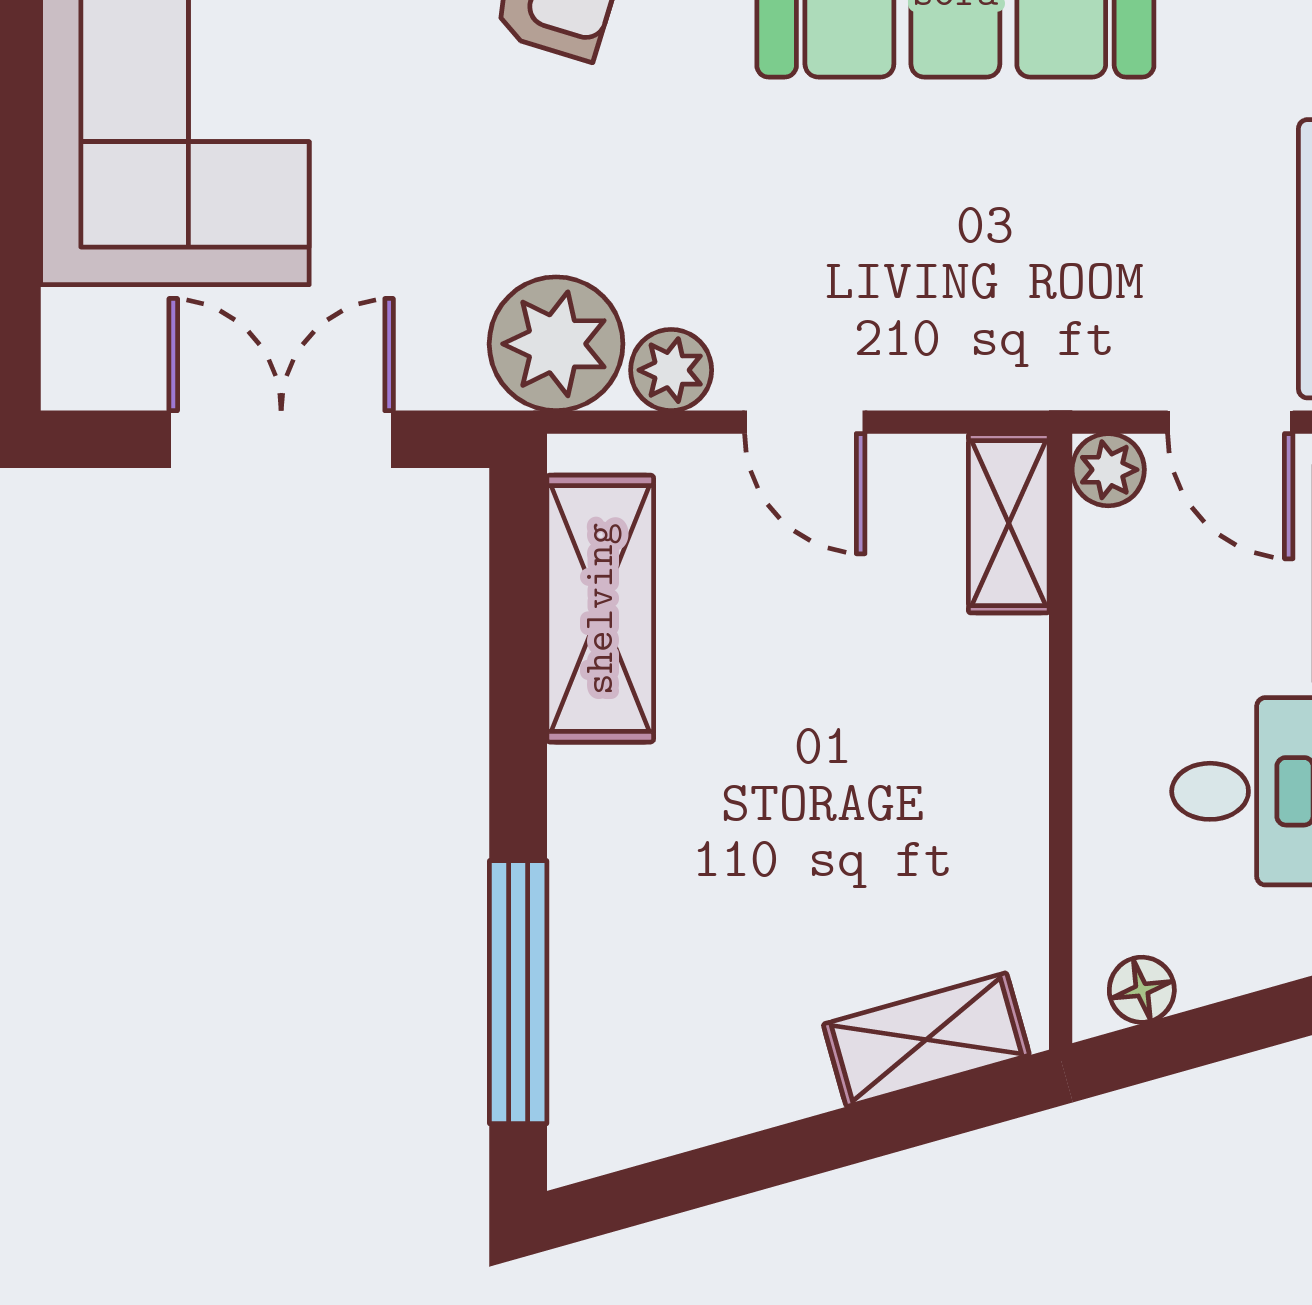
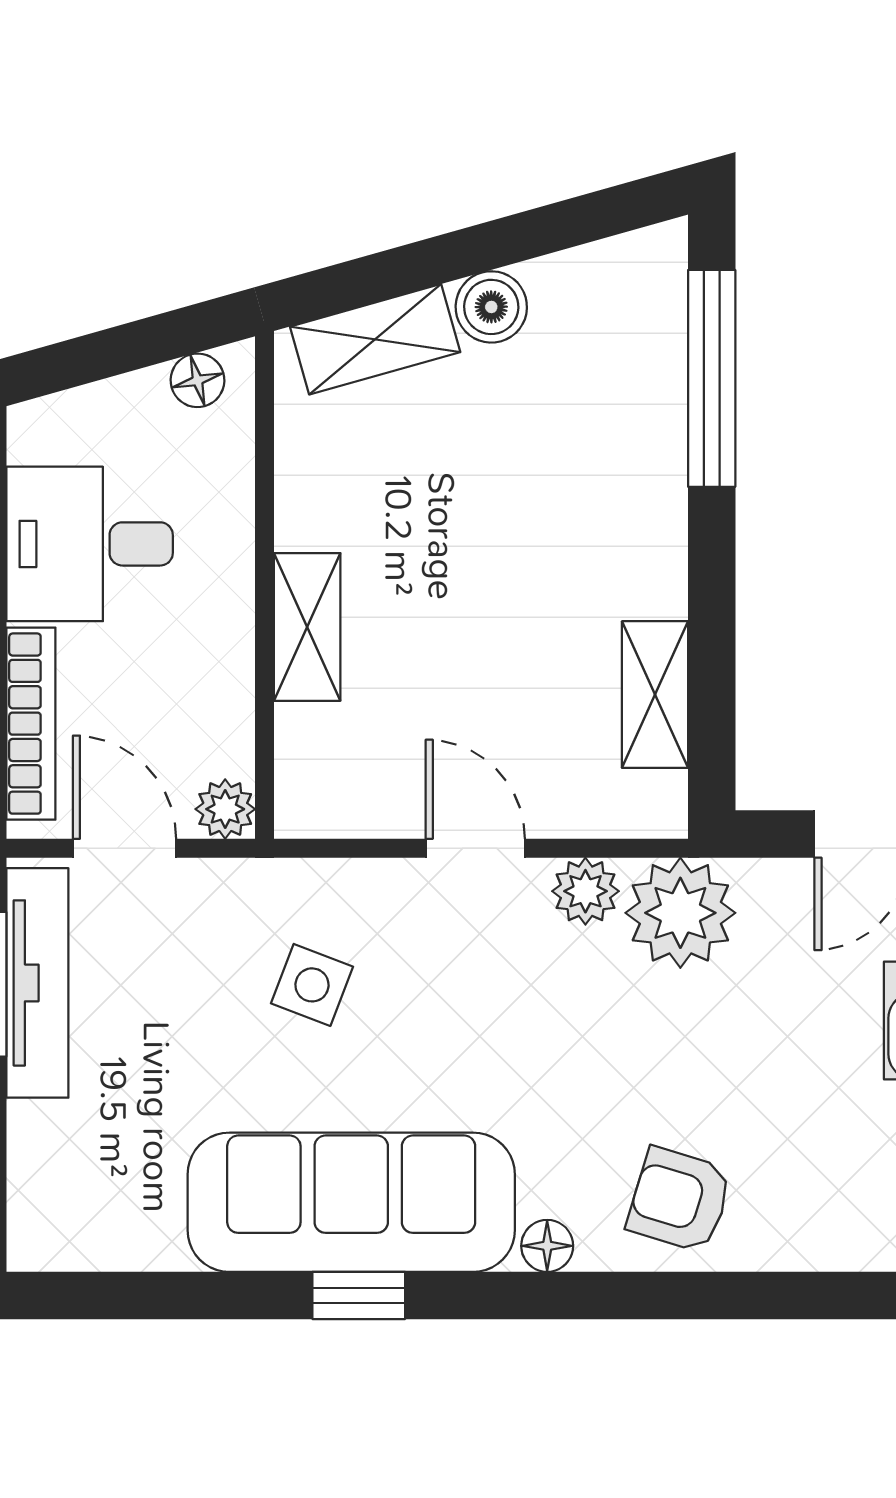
side table: (1003, 256) -> (312, 985), added
shelving: (1009, 523) -> (307, 627), moved
shelving: (600, 609) -> (655, 695), width x0.67, depth x0.75
boiler: (785, 1079) -> (491, 307), added

